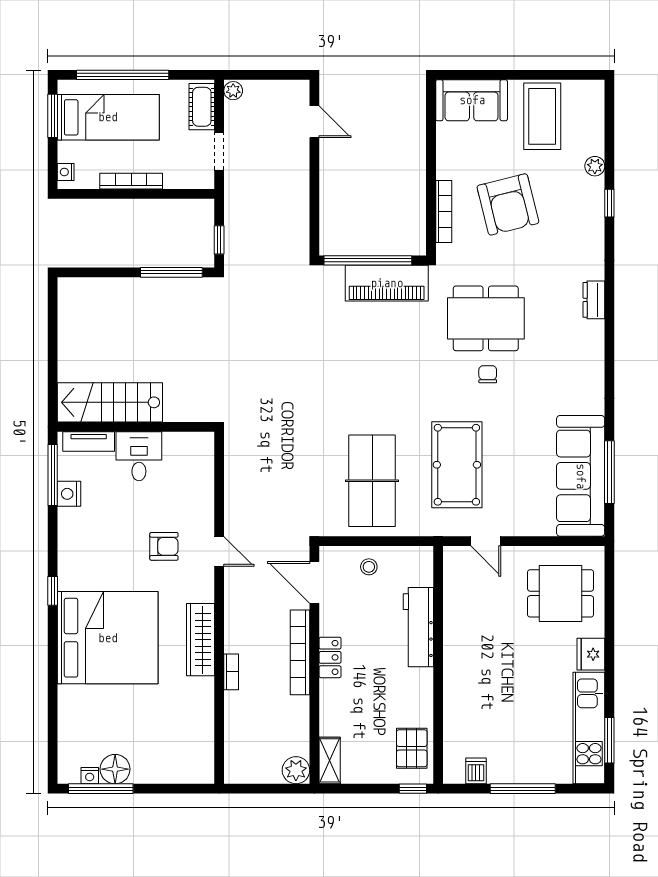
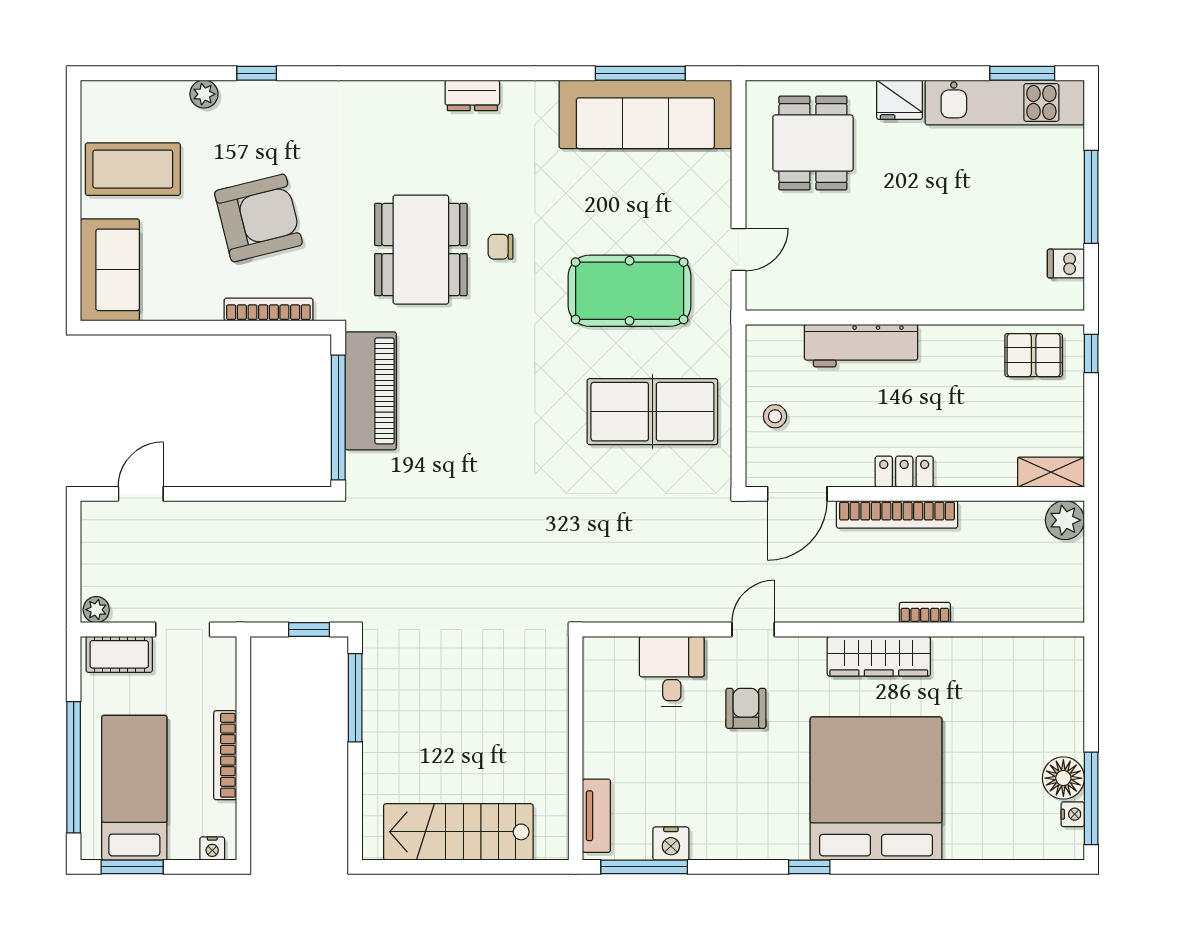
dresser: (594, 300) -> (472, 95), moved
stairs: (110, 402) -> (458, 832), moved, turned 90
desk: (139, 456) -> (672, 671), moved, turned 90

